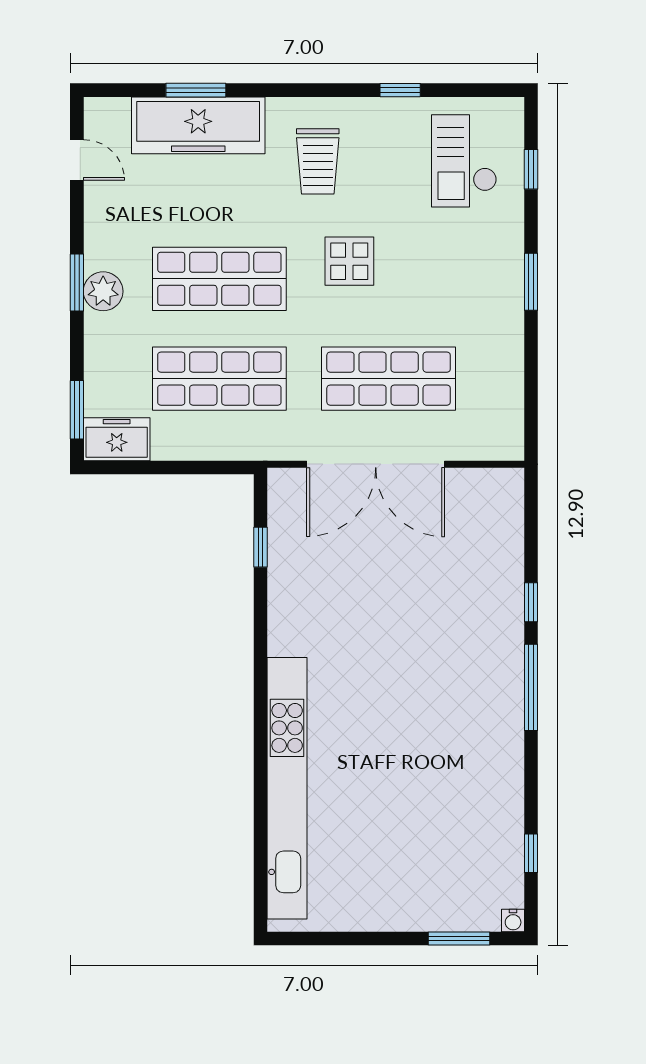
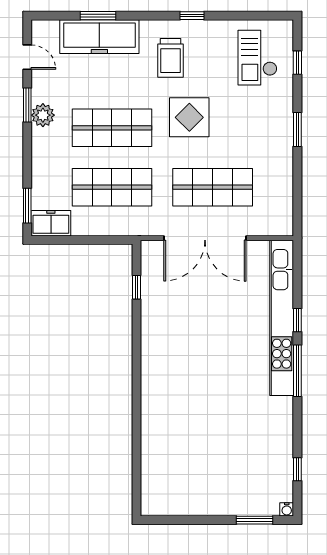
window: (400, 90) -> (192, 16), moved
display table: (349, 261) -> (189, 117), width x1.36, depth x1.36
window: (77, 283) -> (27, 105), moved
plant: (103, 291) -> (43, 115), moved
kitchen unit: (287, 788) -> (282, 318), moved, turned 180

